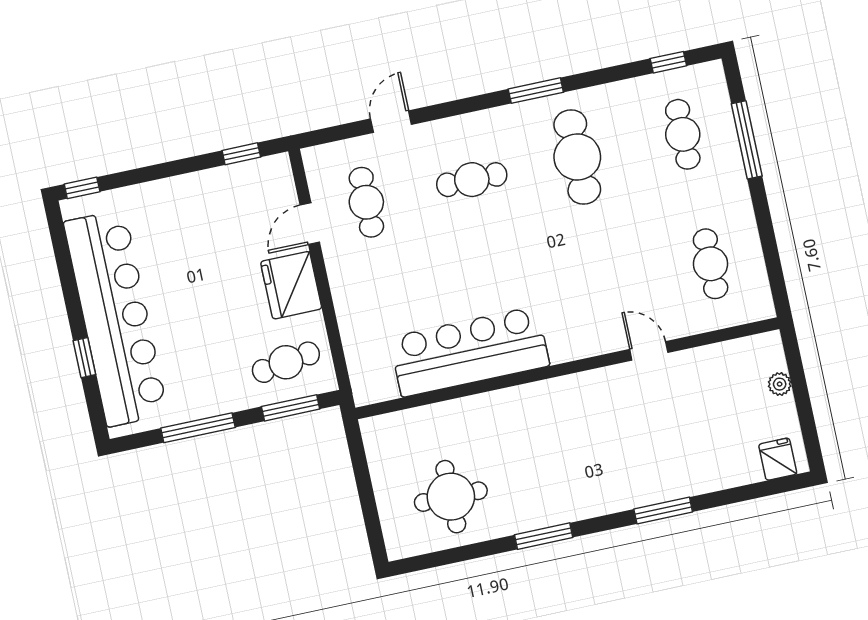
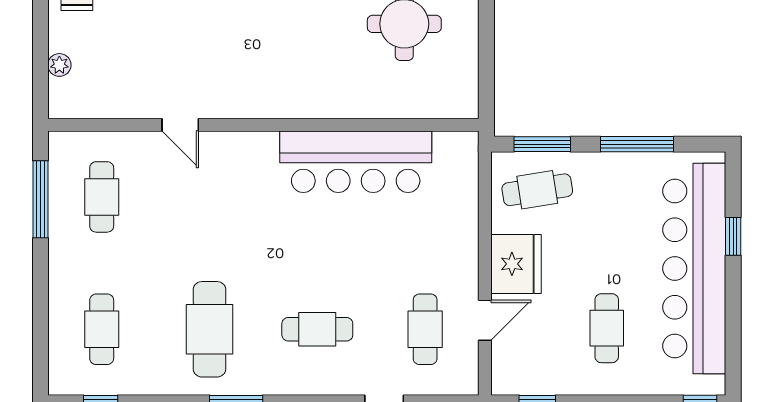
window: (747, 140) -> (40, 199), moved
cafe table: (189, 241) -> (607, 328), added

